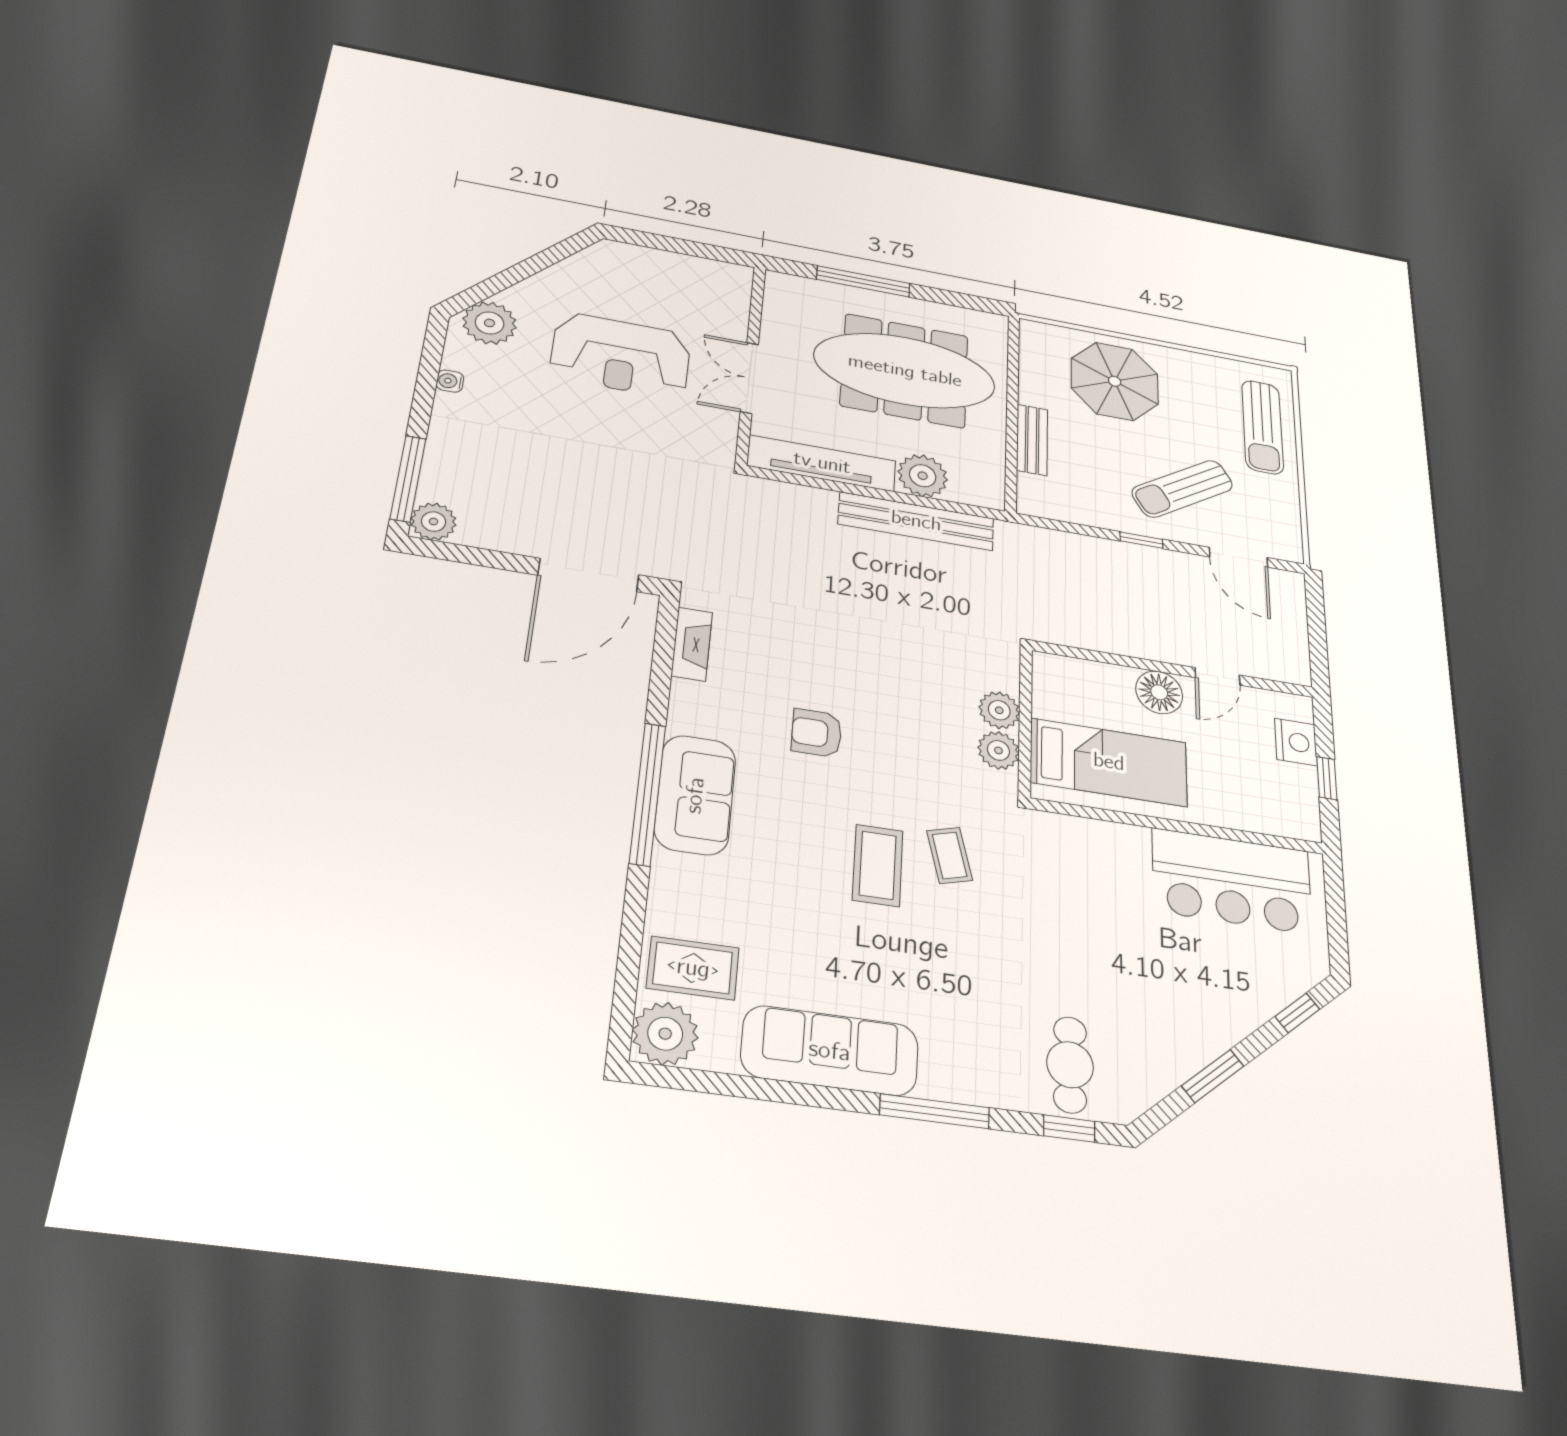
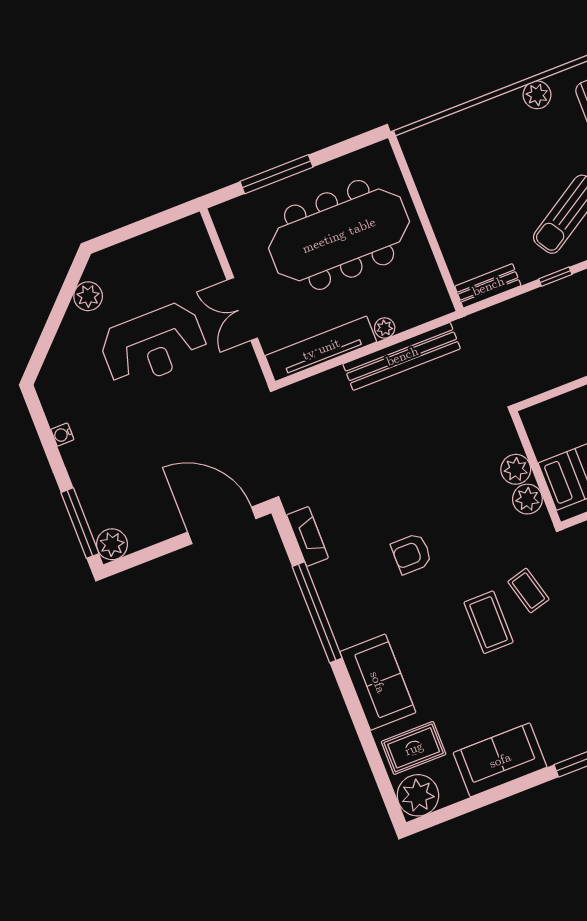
plant: (490, 323) -> (88, 296), moved, width x0.73, depth x0.73
plant: (1197, 366) -> (537, 95), added
parasol: (1115, 381) -> (485, 148), removed
bench: (1032, 440) -> (488, 286), moved, turned 90
plant: (923, 476) -> (385, 328), width x0.53, depth x0.53
door: (588, 575) -> (222, 525), swing flipped
window: (648, 794) -> (317, 612), moved
sofa: (695, 795) -> (378, 682), moved
sofa: (830, 1051) -> (500, 760), width x0.73

